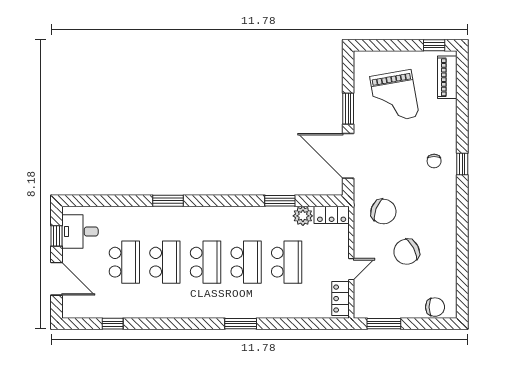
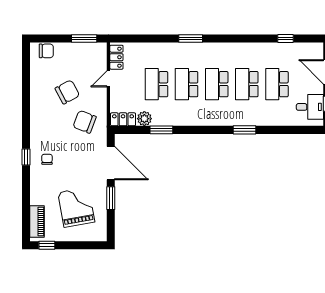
chair: (435, 307) -> (46, 51), turned 180

